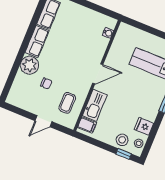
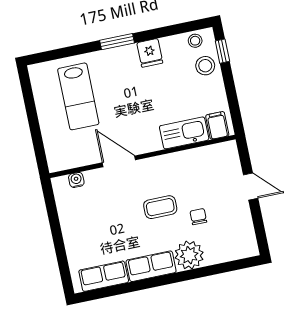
door: (98, 74) -> (119, 161), moved
coffee table: (67, 103) -> (160, 207), moved
fridge: (144, 126) -> (150, 53), moved

